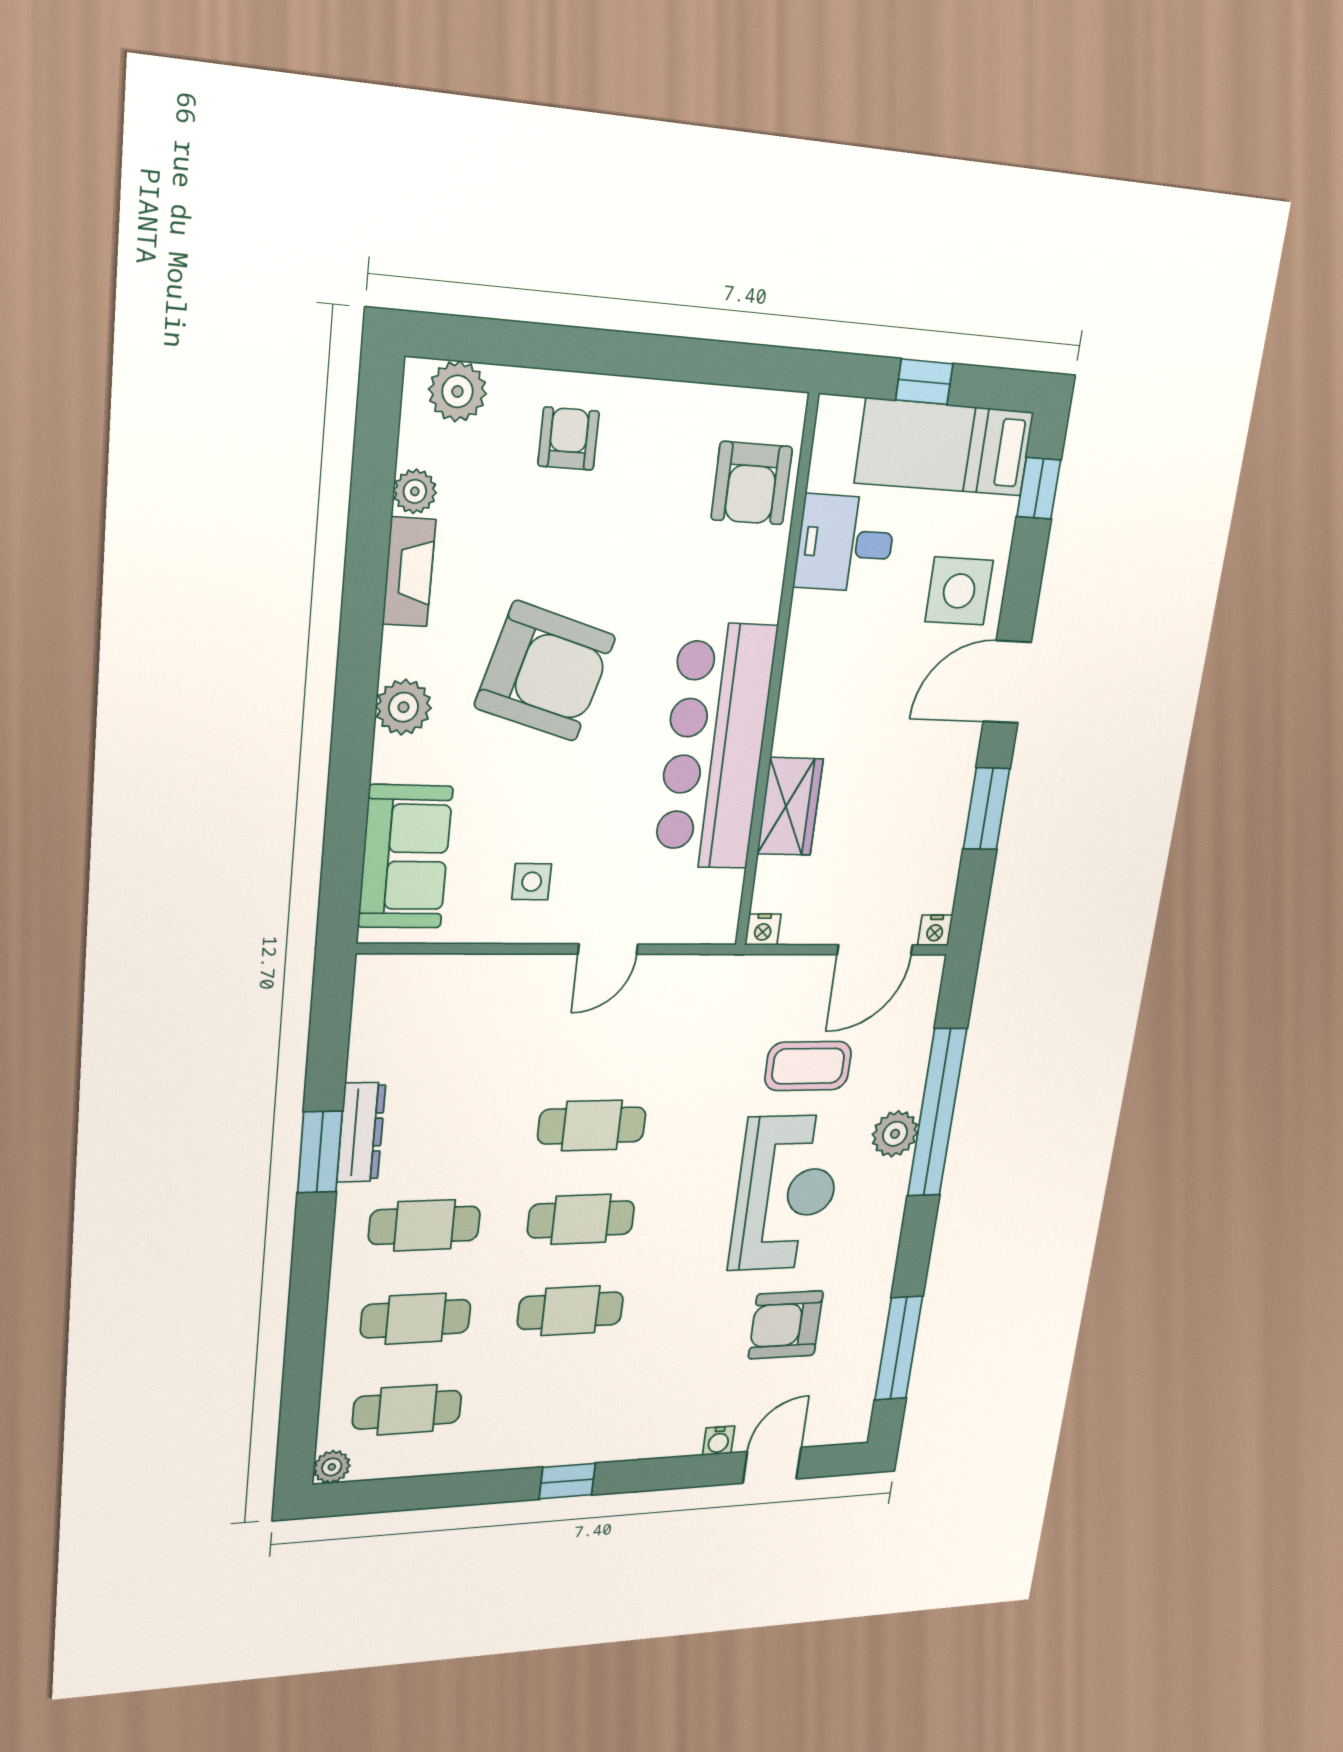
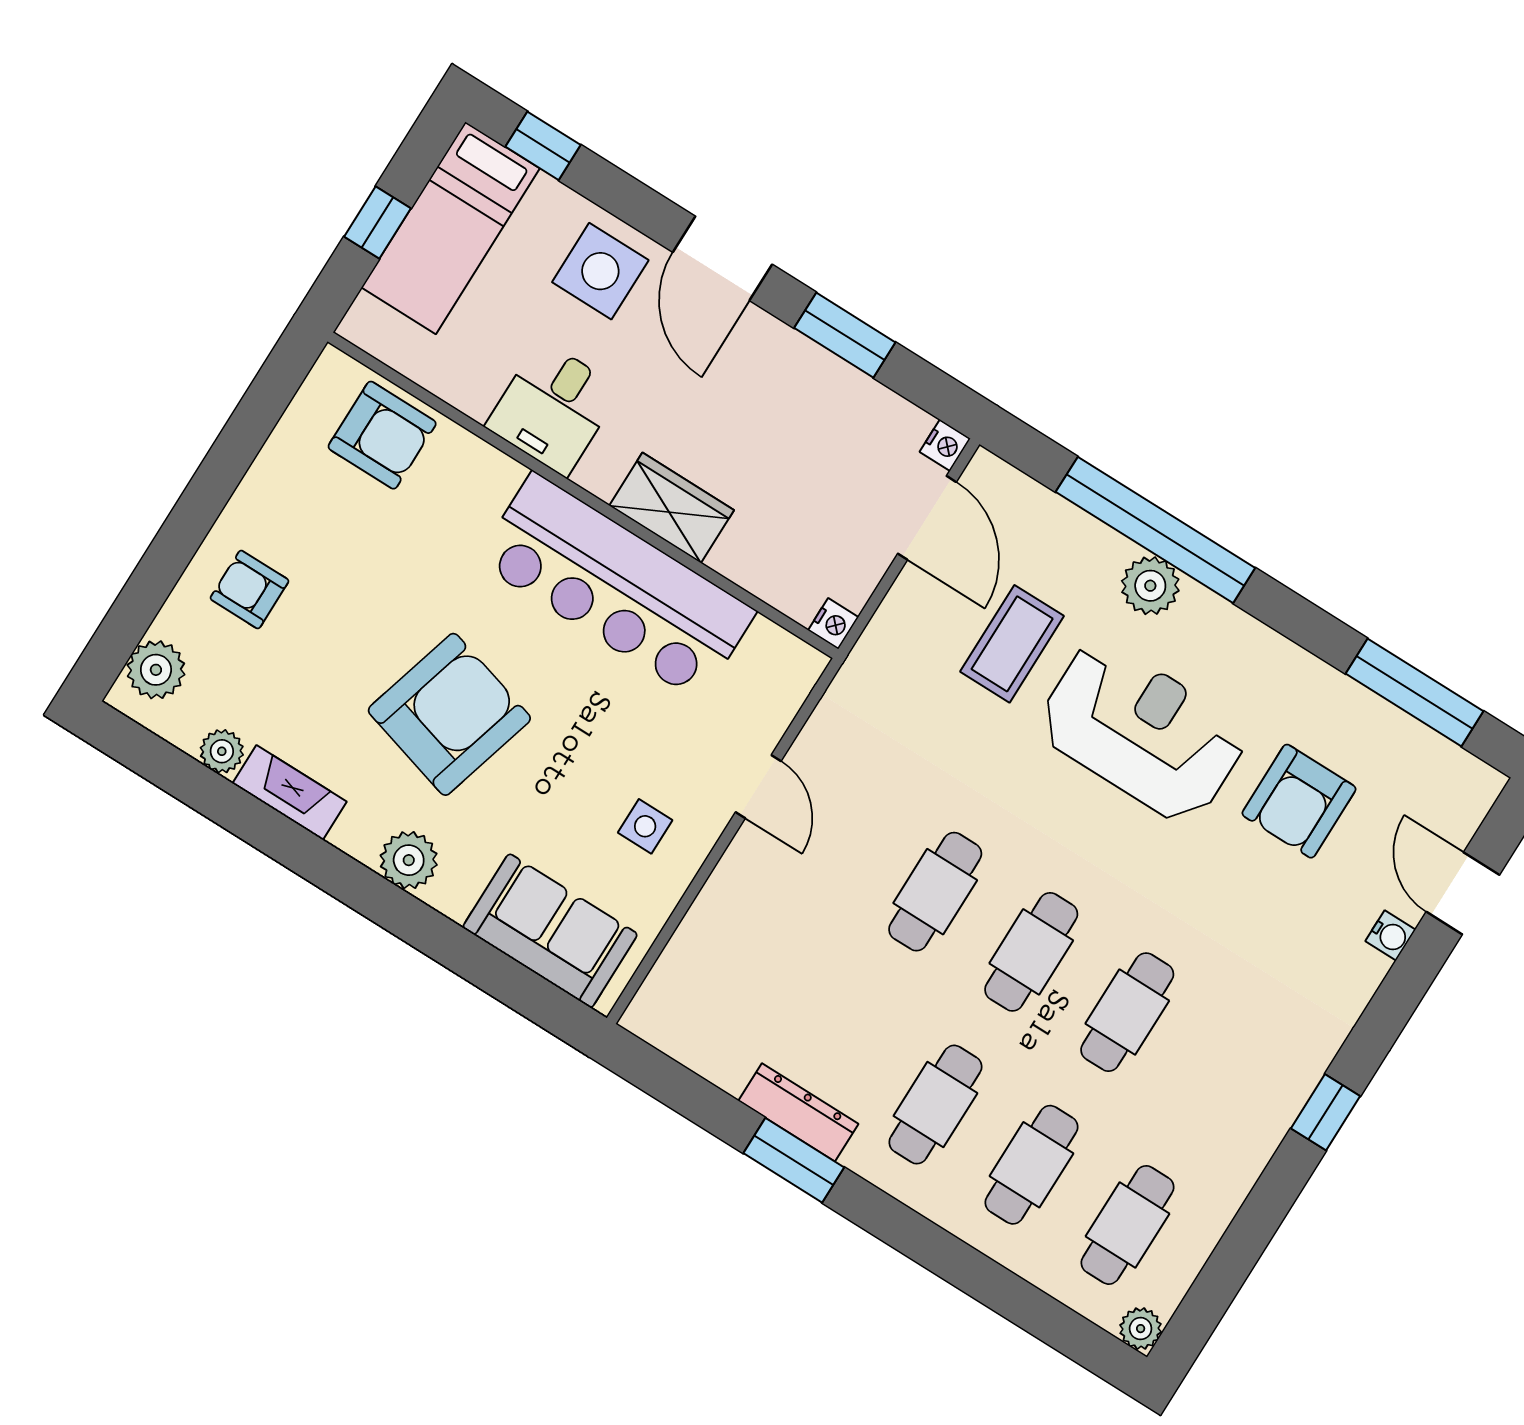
desk: (845, 543) -> (553, 408), moved
wardrobe: (790, 807) -> (672, 508), moved

